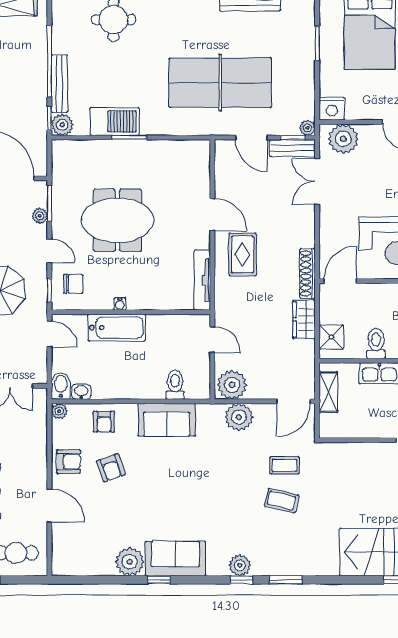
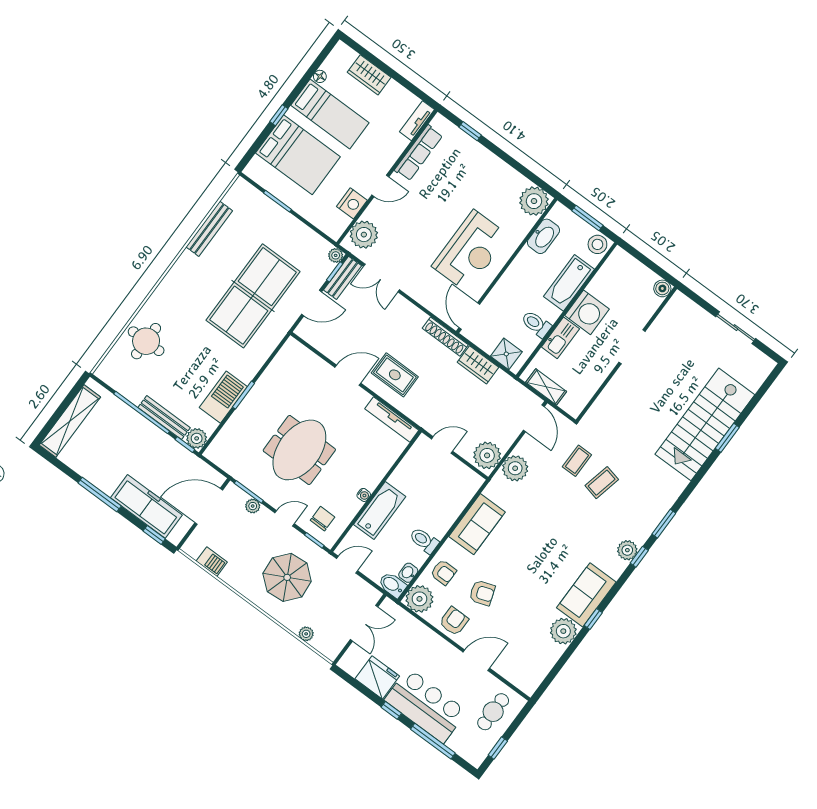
nightstand: (332, 109) -> (352, 203), moved
toilet: (175, 385) -> (424, 540), moved
plant: (59, 411) -> (419, 599), width x1.87, depth x1.87

